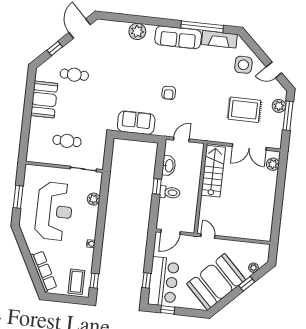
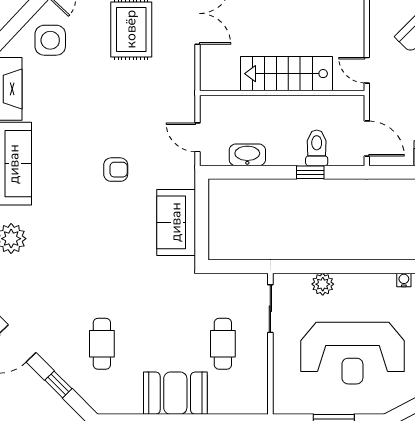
booth: (44, 100) -> (175, 393), moved
stairs: (213, 171) -> (286, 74), moved
window: (157, 187) -> (310, 172), moved
toilet: (170, 192) -> (317, 148), moved
reception desk: (54, 211) -> (352, 353), turned 180
door: (208, 236) -> (367, 70), hinge flipped

